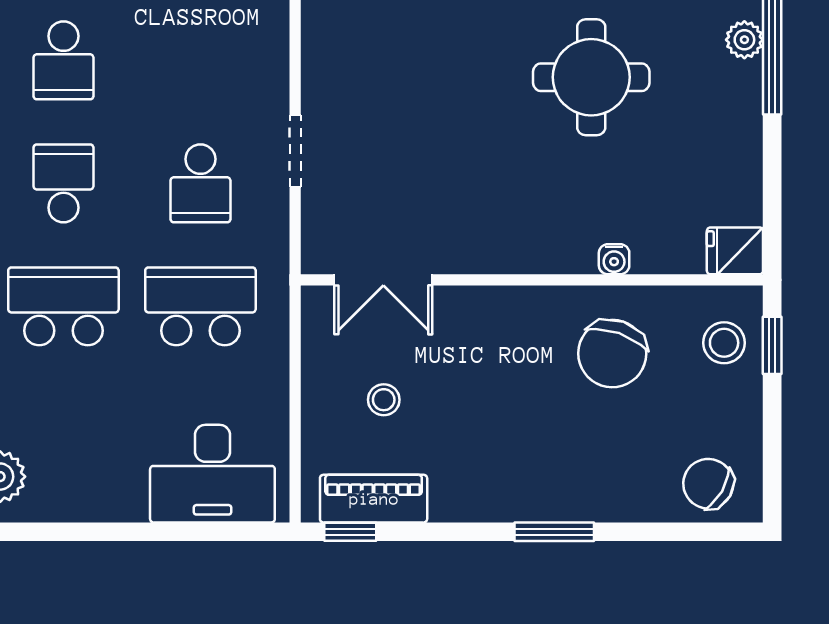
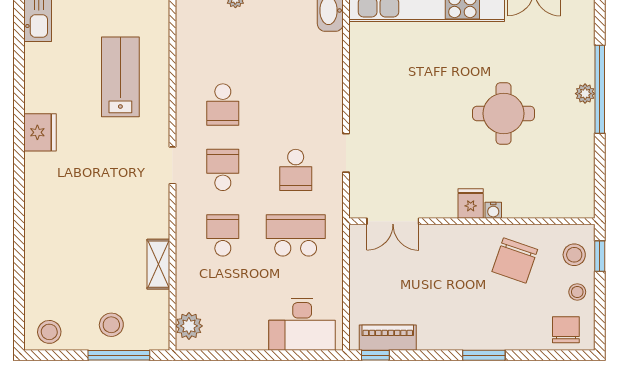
fridge: (735, 251) -> (471, 203), moved, turned 90
water cooler: (614, 259) -> (493, 210), moved
school desk: (63, 306) -> (223, 235), width x0.54
stool: (384, 400) -> (577, 292), moved
chair: (708, 484) -> (566, 330), turned 60

